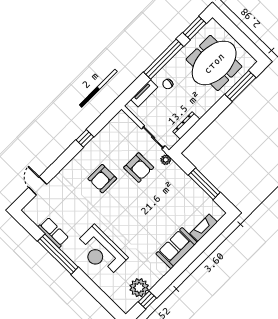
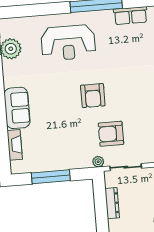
armchair: (102, 179) -> (93, 96), moved, turned 180
row of seats: (53, 232) -> (130, 16), moved
reception desk: (101, 251) -> (68, 43), turned 180

